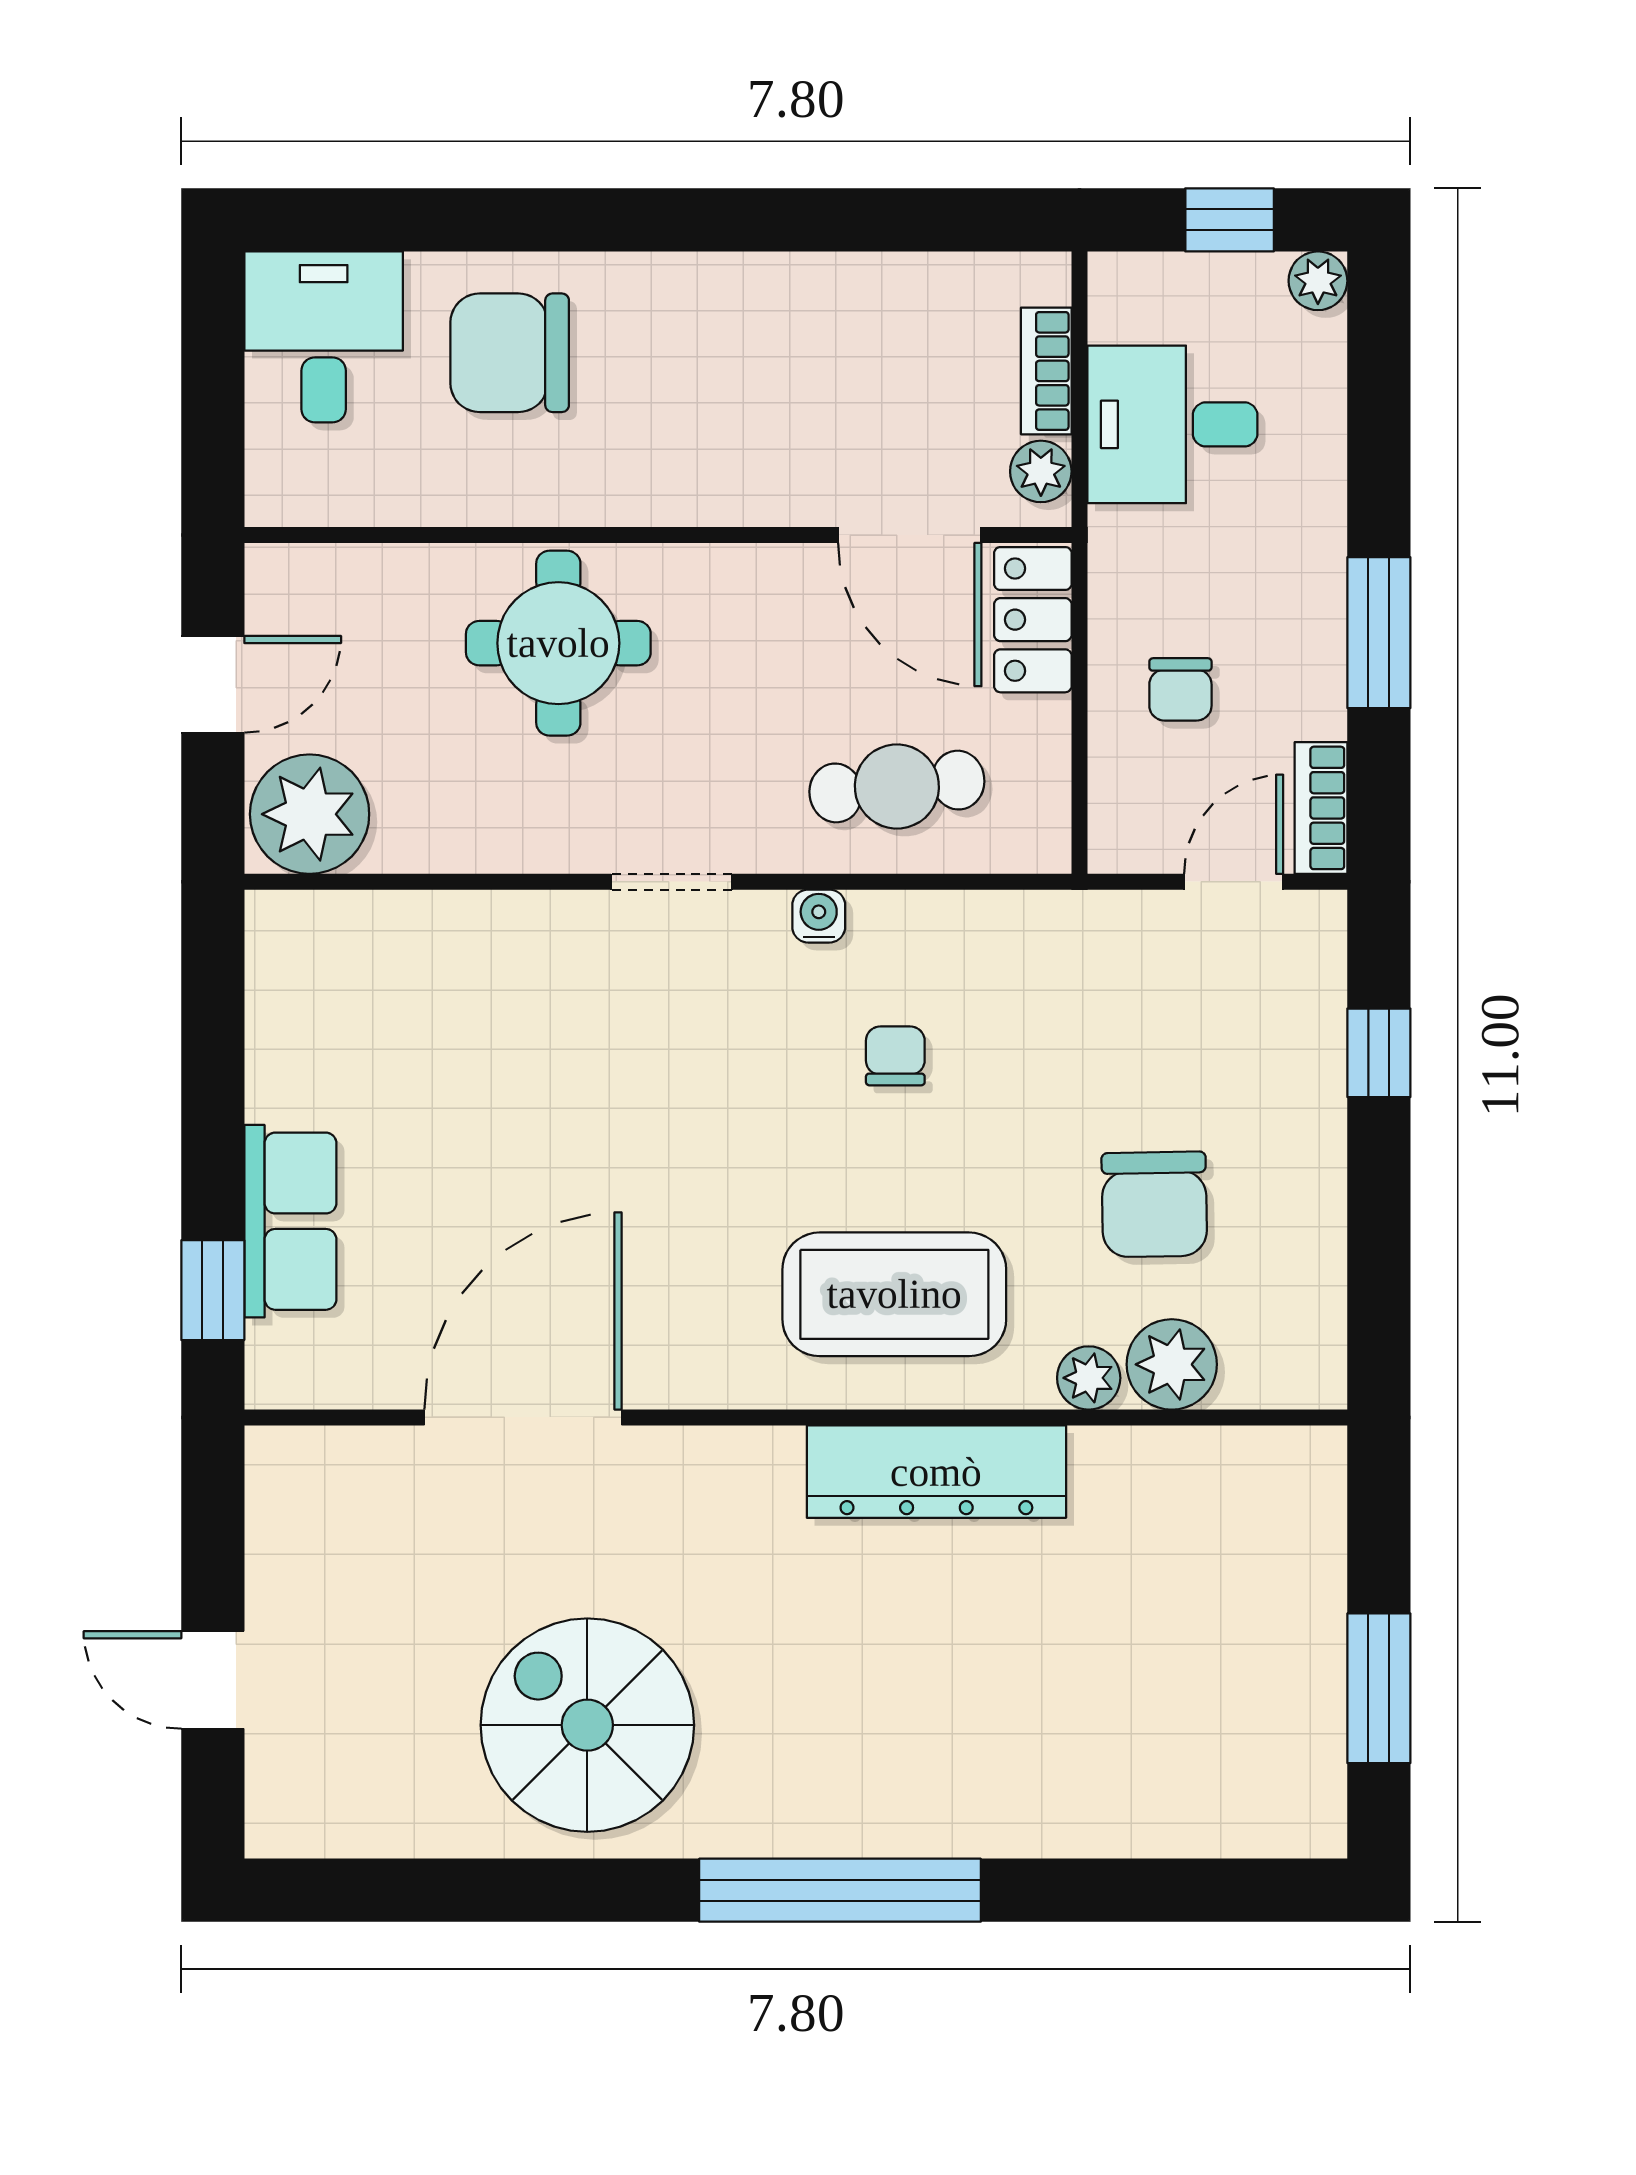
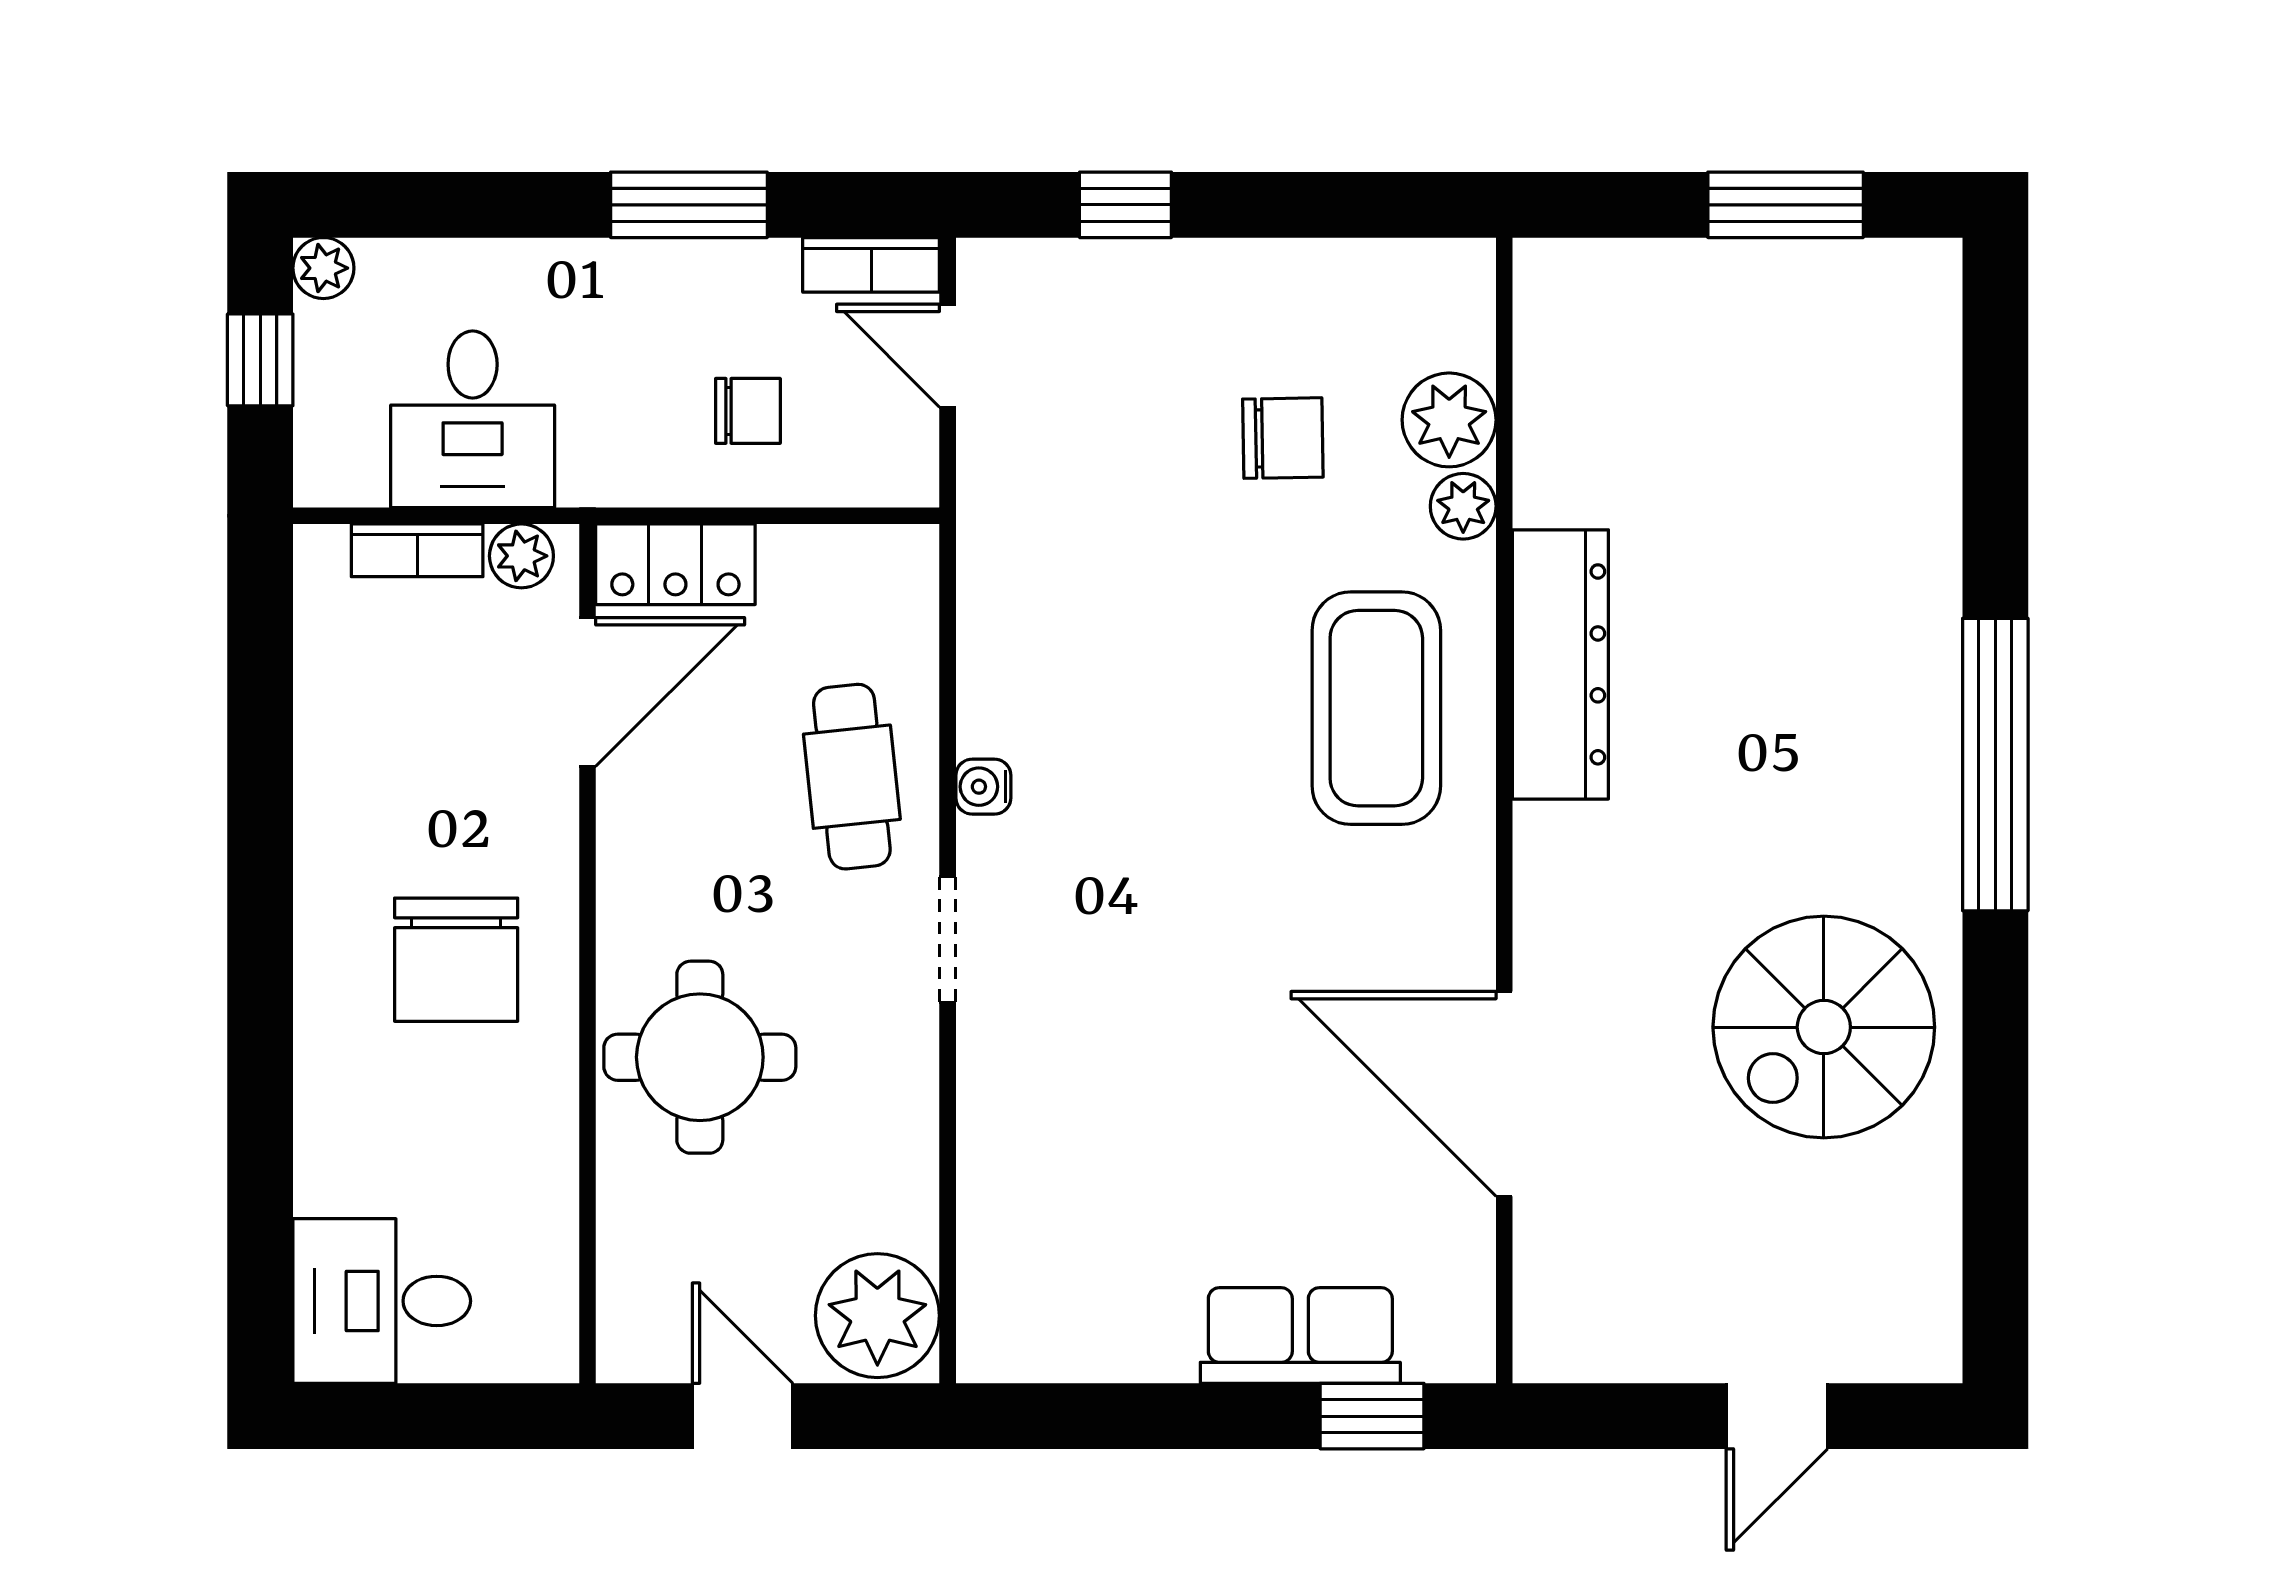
chair: (510, 353) -> (456, 960), moved
cafe table: (897, 787) -> (852, 777), moved
chair: (895, 1056) -> (1129, 707), removed
chair: (1154, 1204) -> (1283, 438), width x0.73, depth x0.73

